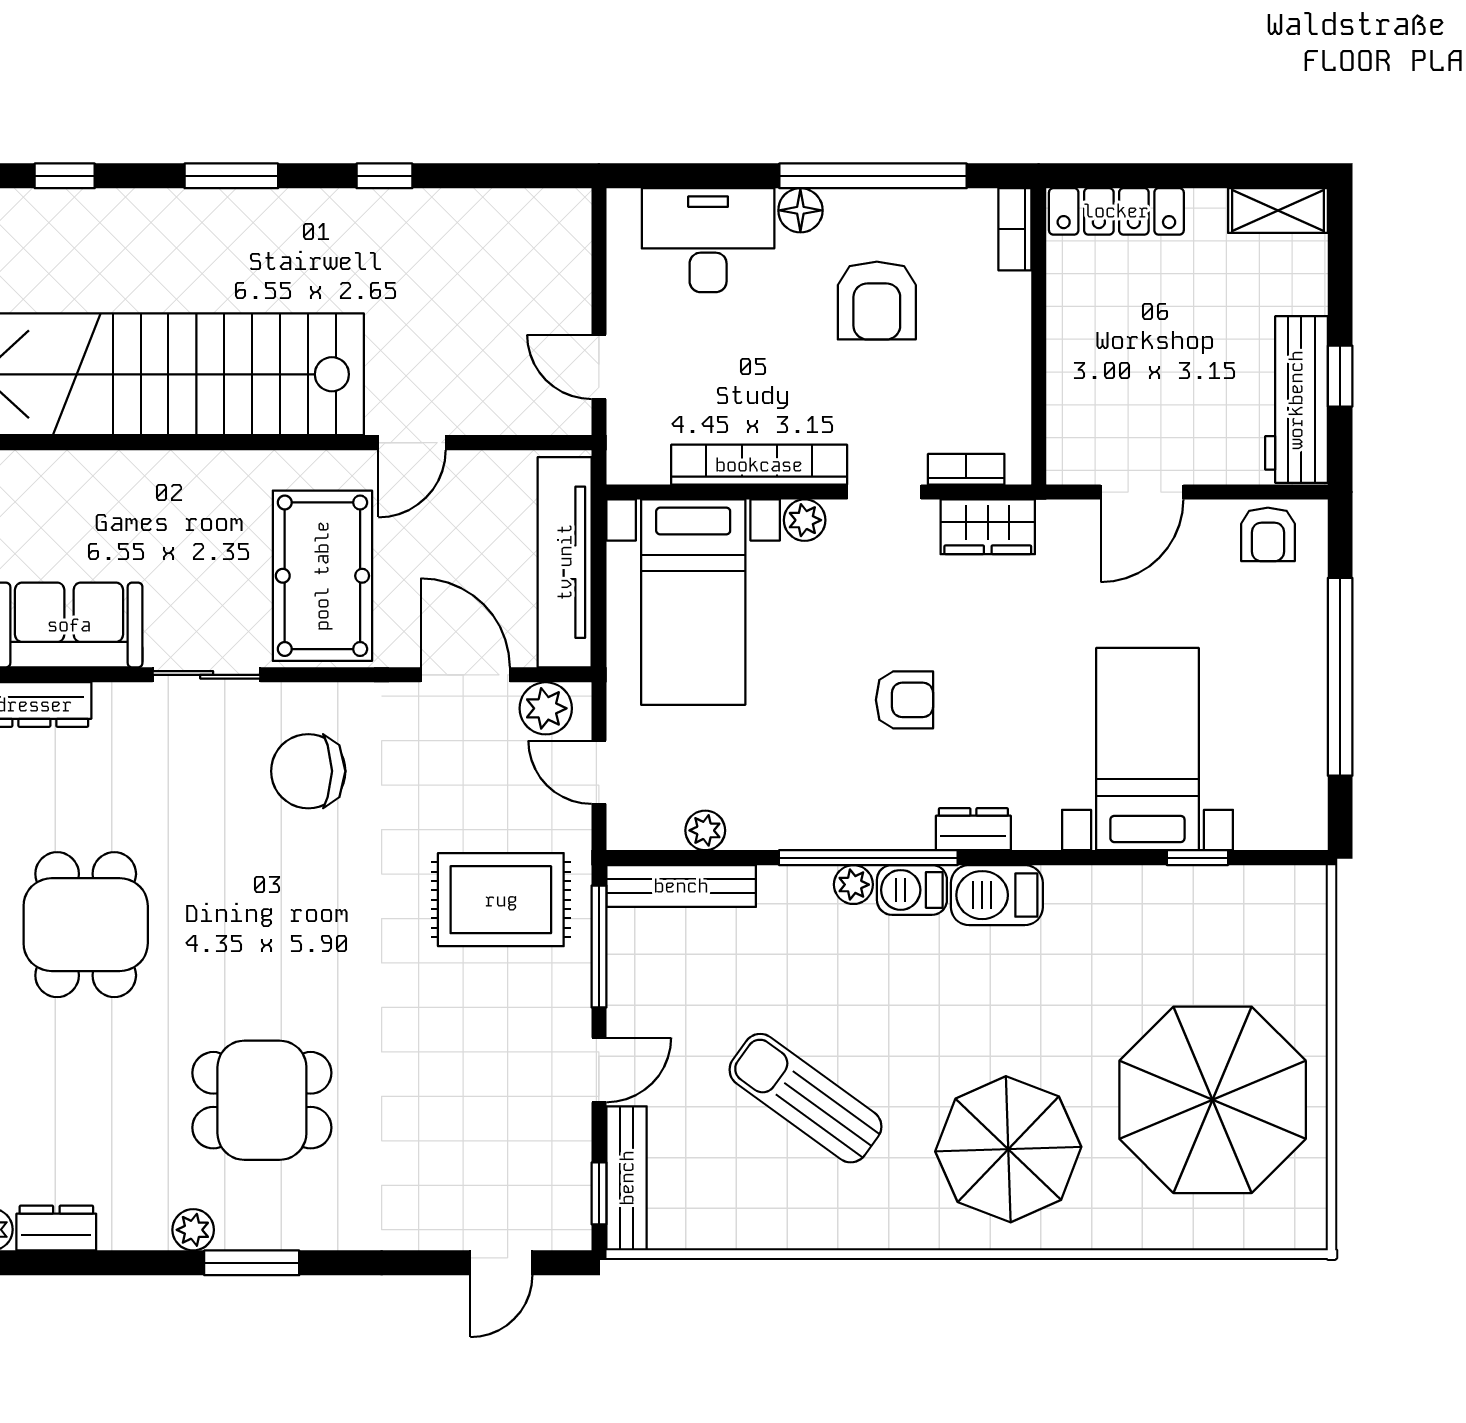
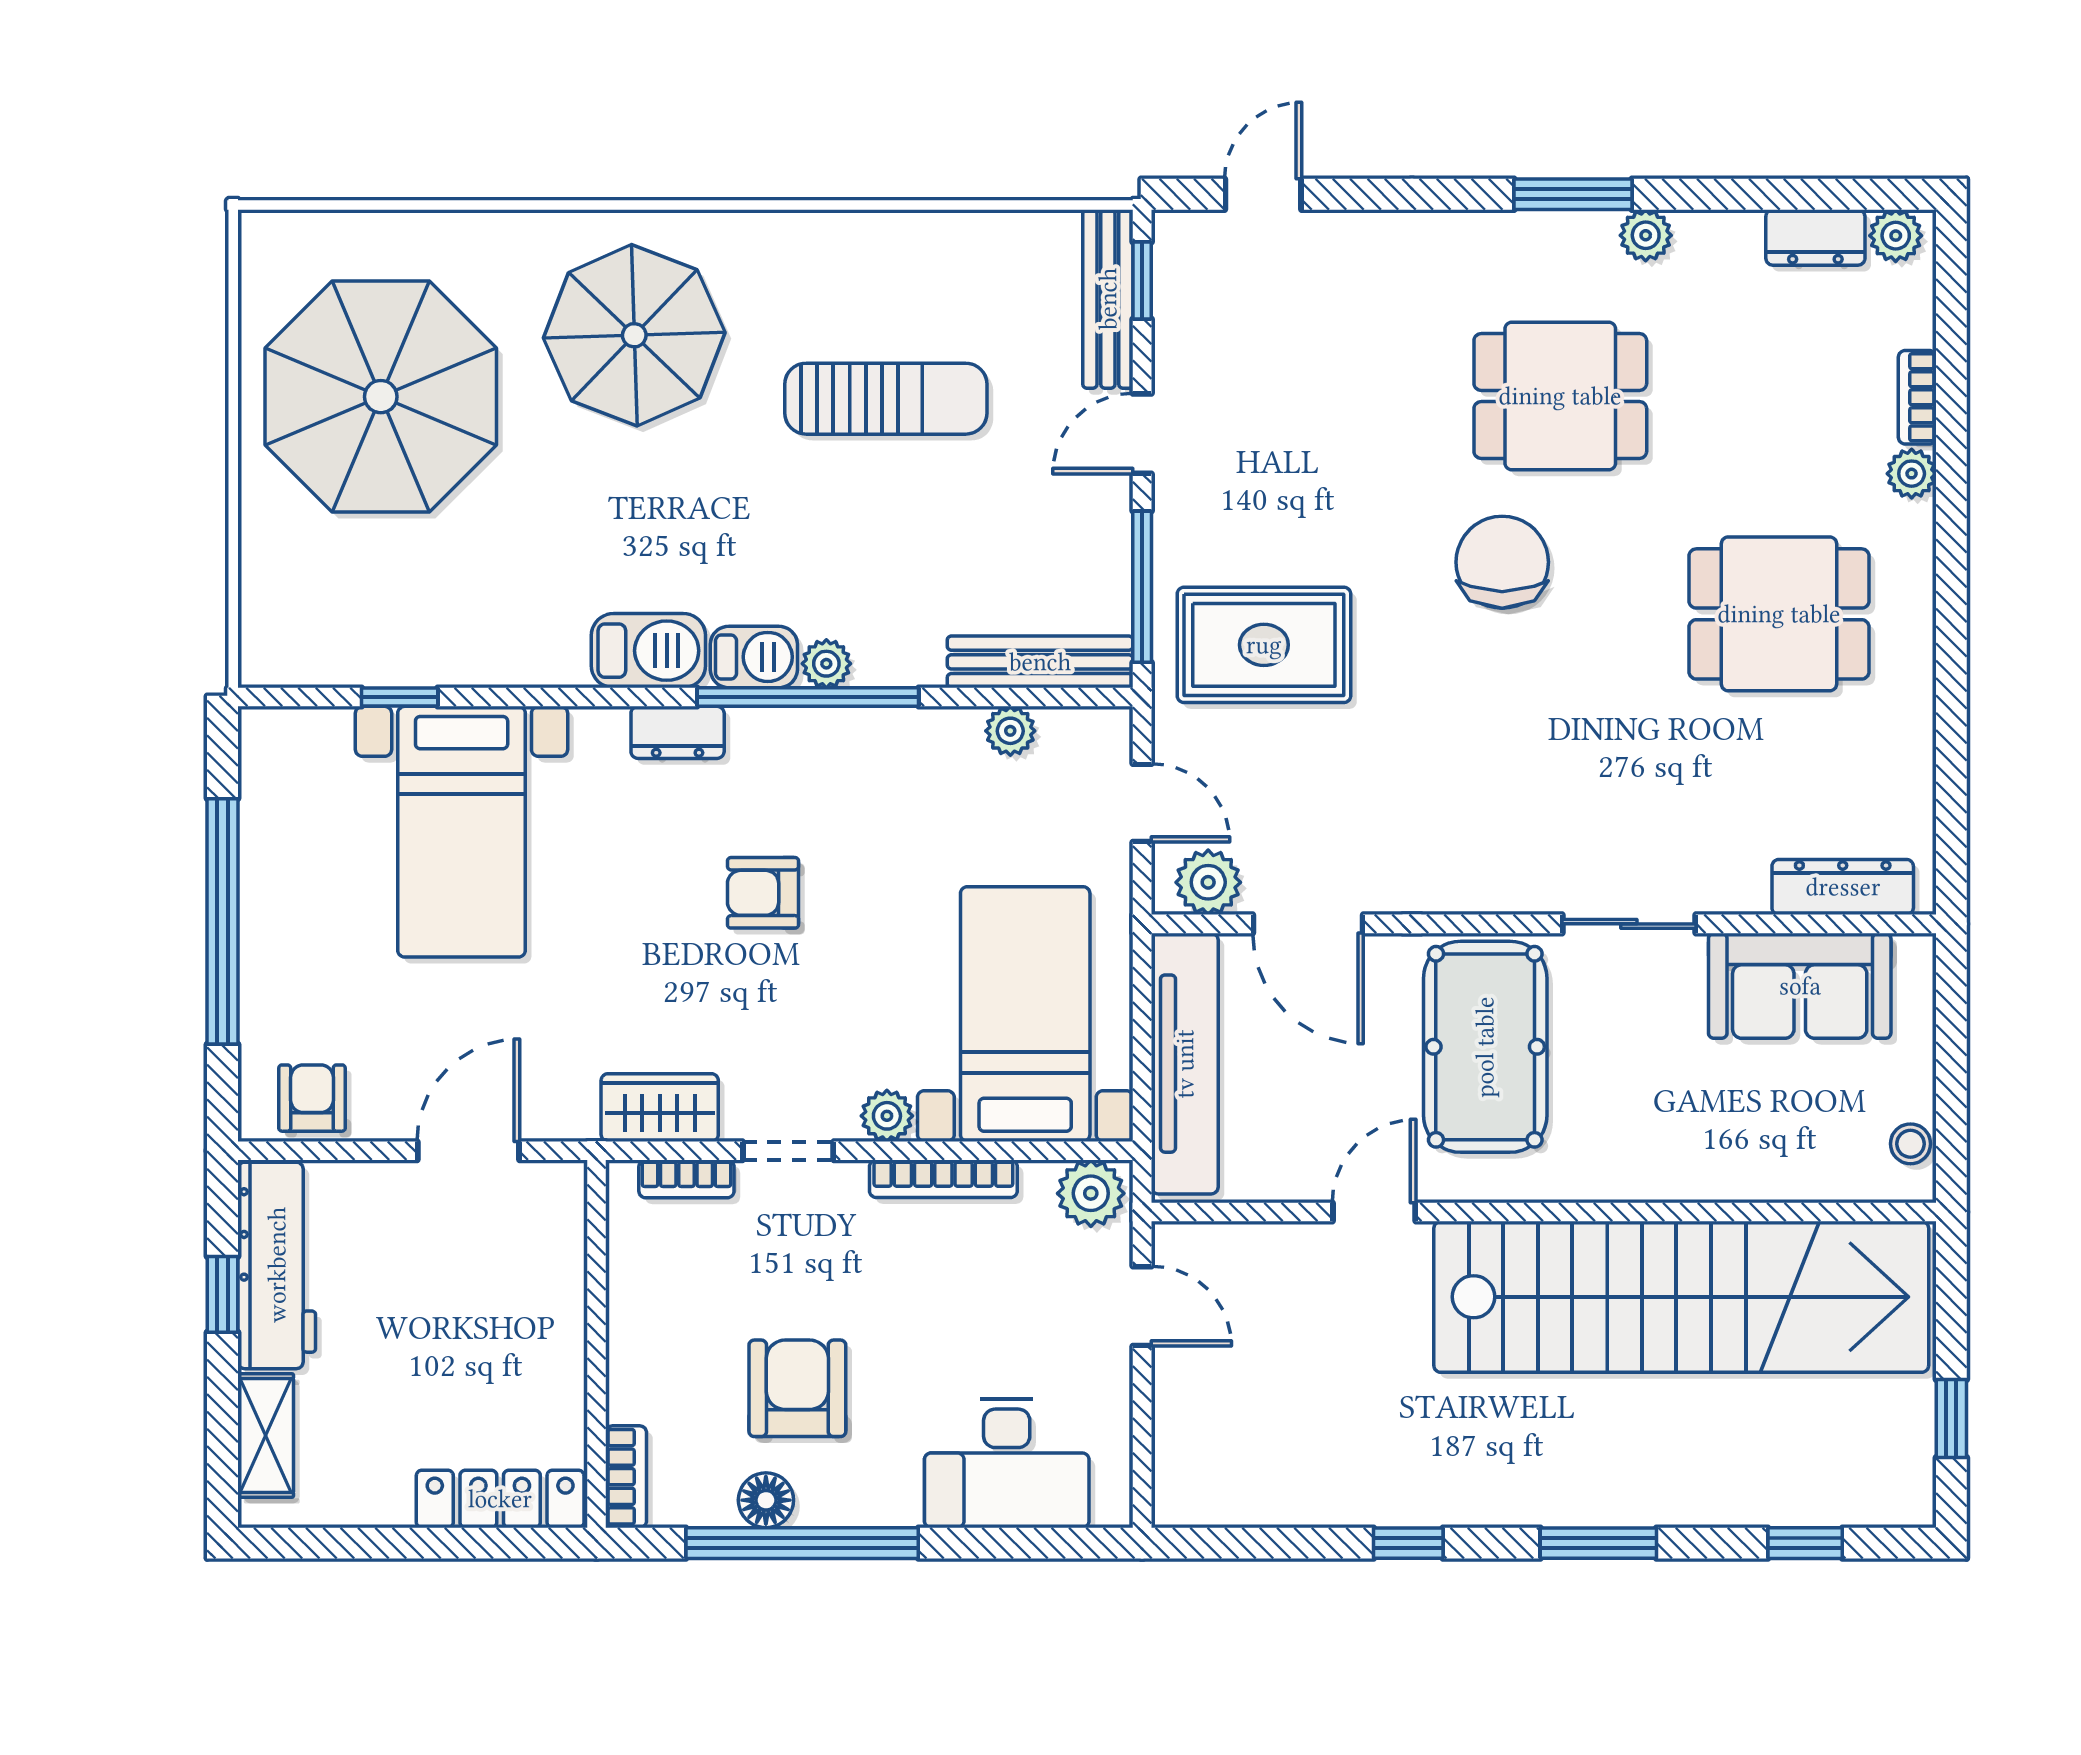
floor lamp: (800, 210) -> (766, 1500), moved
shelving: (1278, 211) -> (266, 1435), moved, turned 90
plant: (640, 458) -> (1091, 1193), added
bookcase: (759, 465) -> (943, 1179), width x0.68, depth x0.76
chair: (308, 771) -> (1502, 562), moved, turned -90
dining table: (86, 925) -> (1779, 614), turned 90
sun lounger: (805, 1098) -> (886, 399), turned -36

